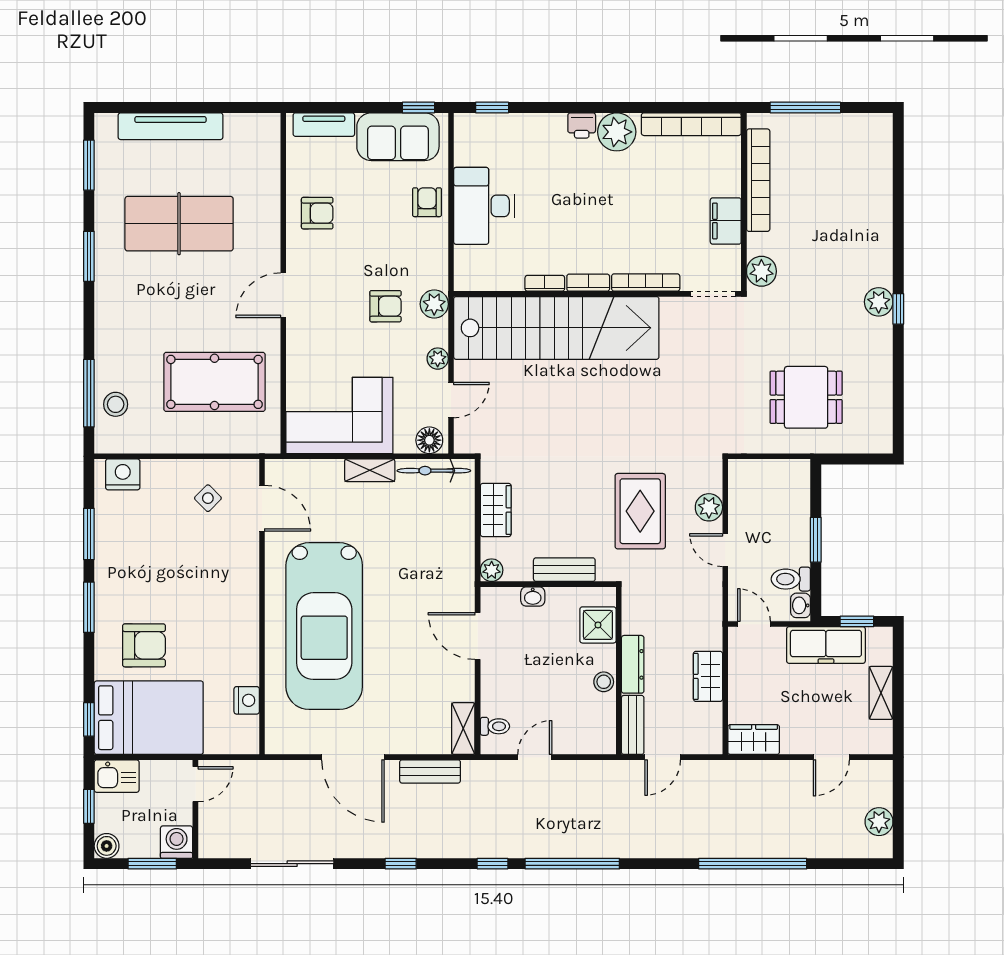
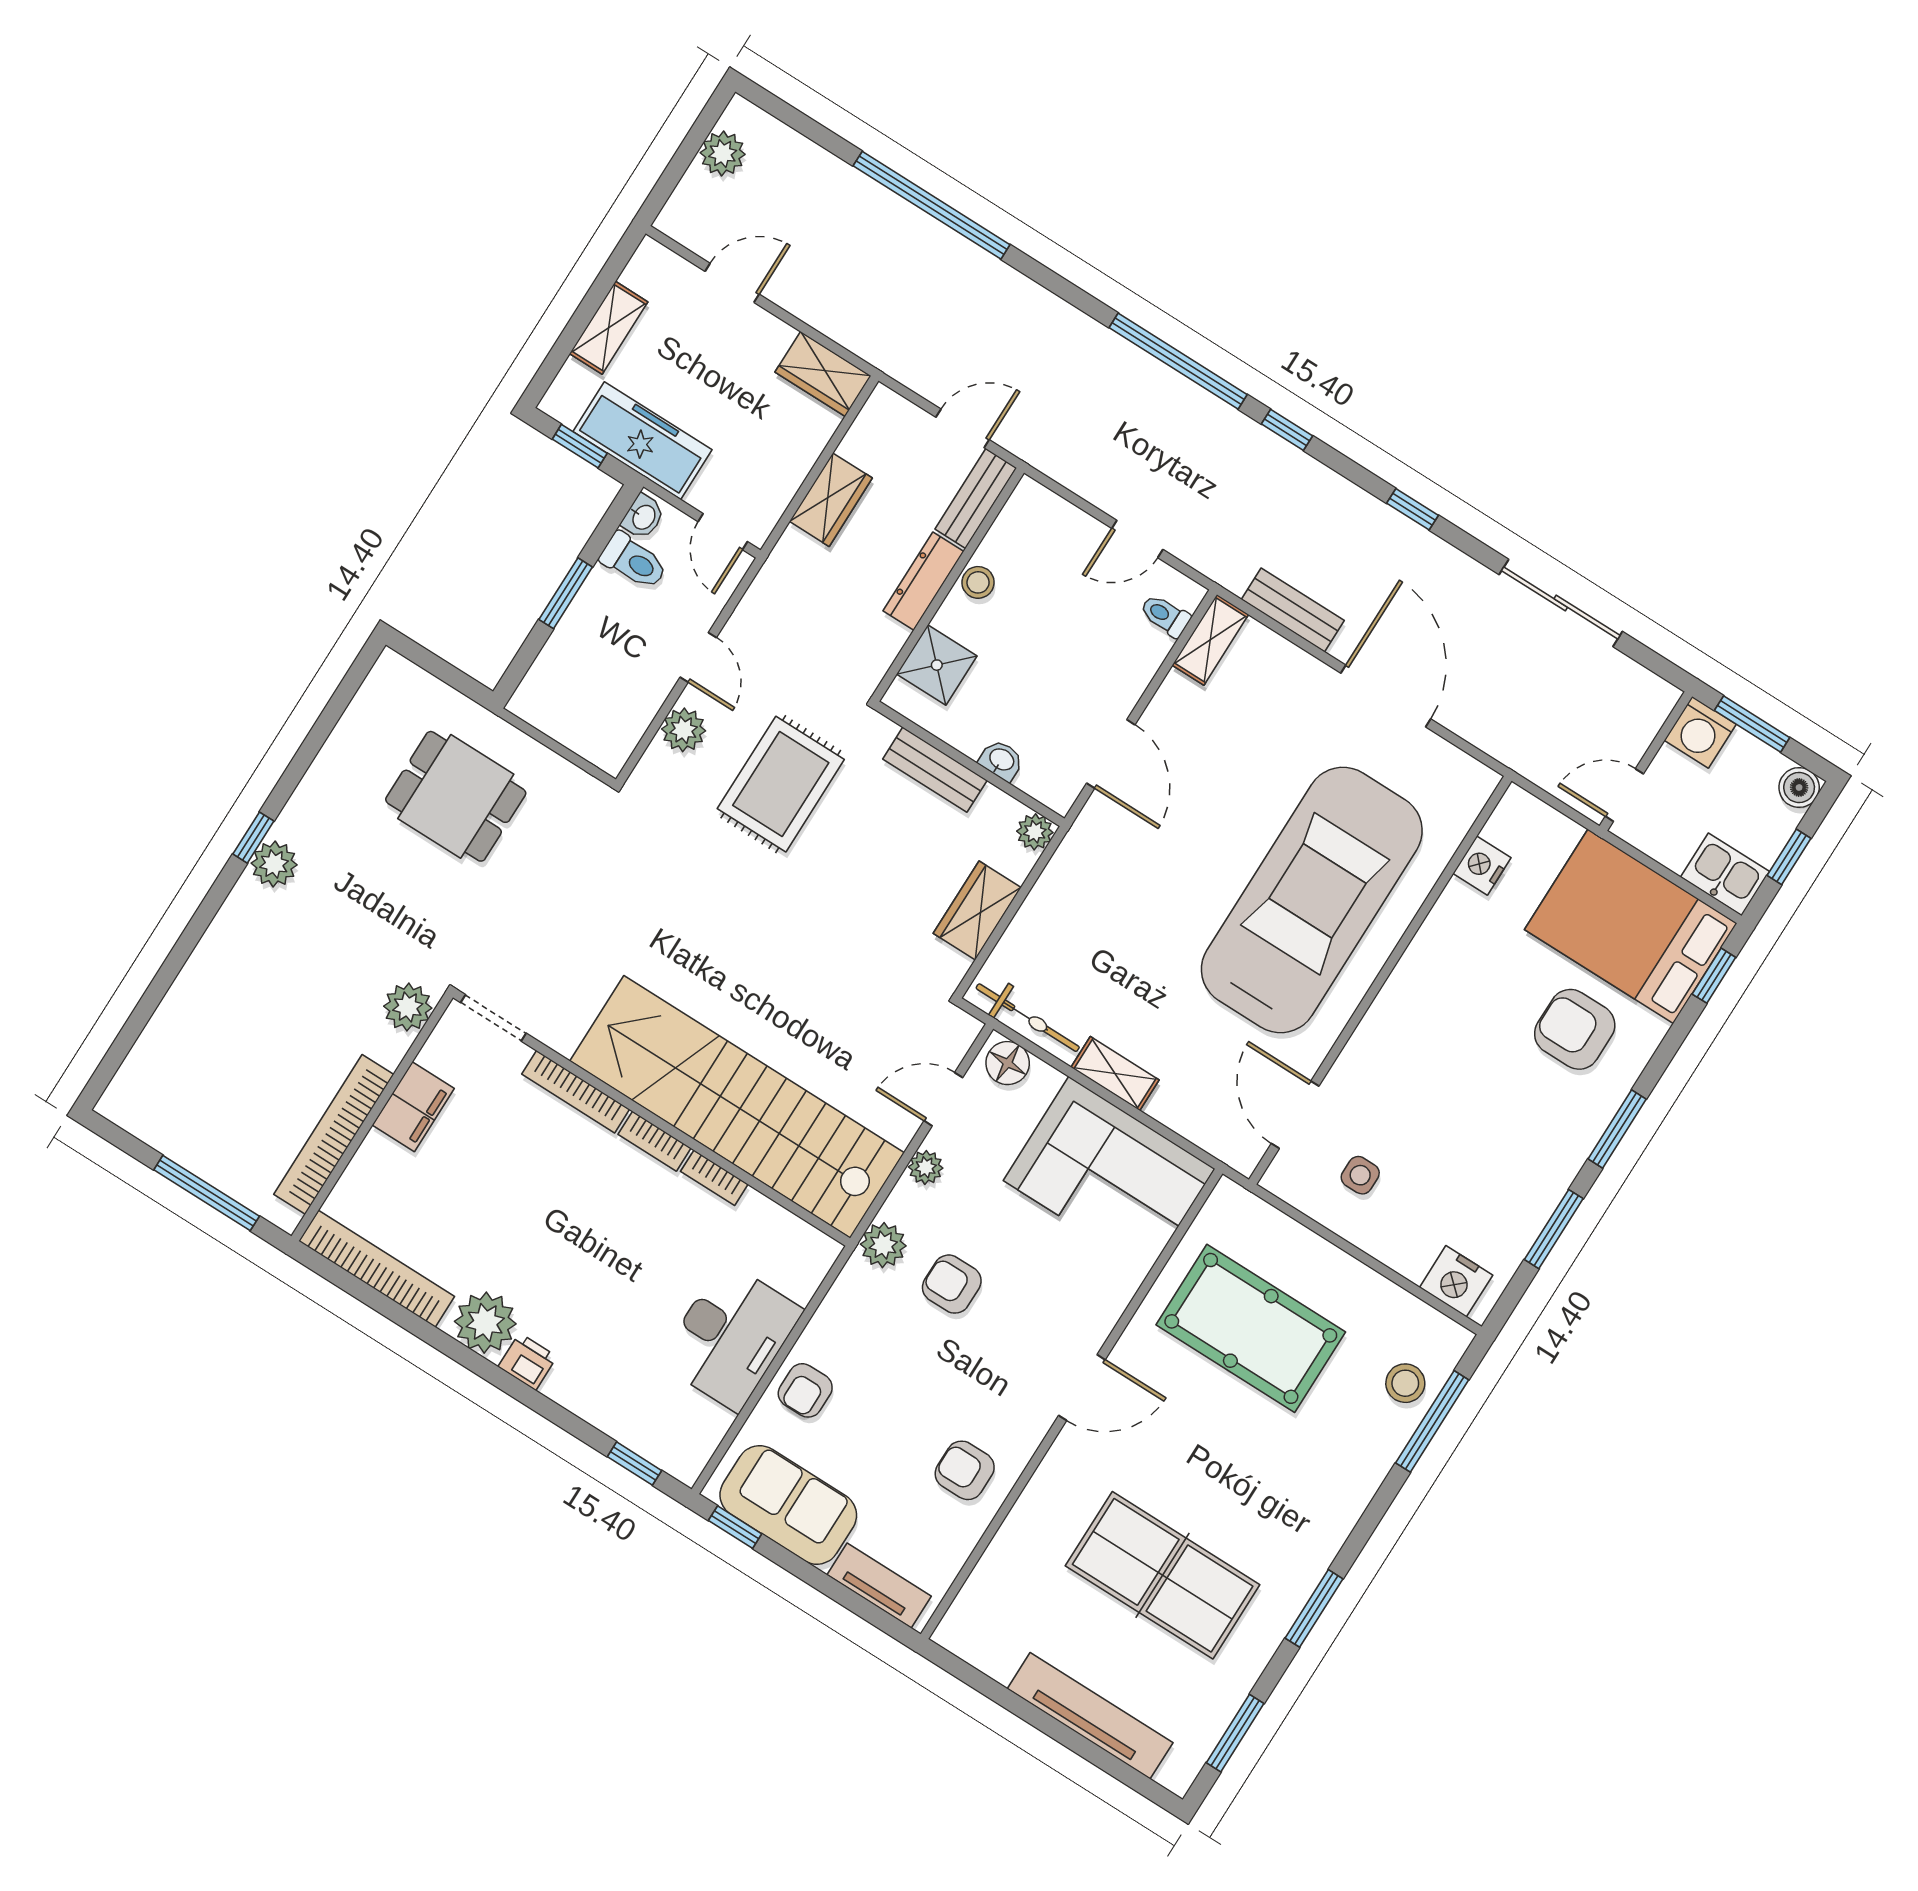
side table: (208, 498) -> (1360, 1175), turned 45

